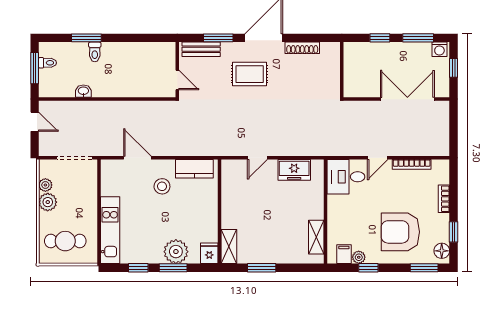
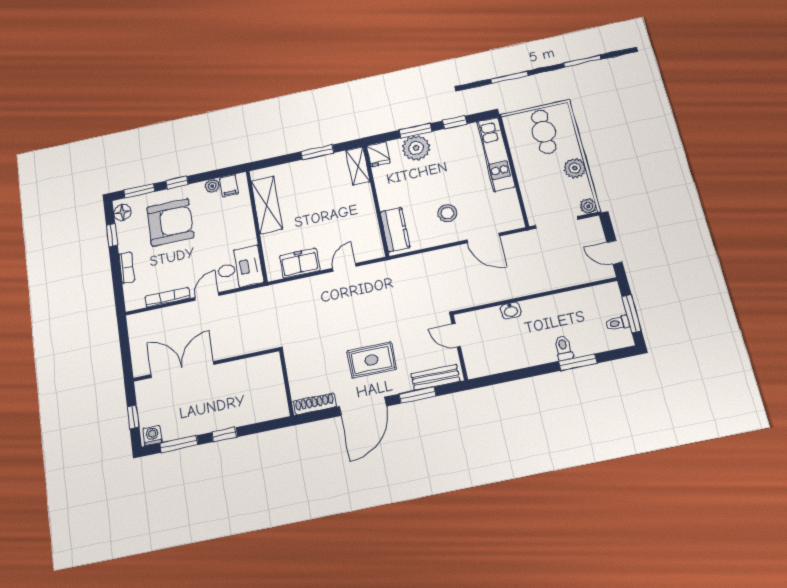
wall: (342, 70) -> (287, 383), moved
washbasin: (83, 91) -> (511, 311), moved
double door: (407, 99) -> (182, 370), swing flipped
kitchen counter: (194, 169) -> (395, 230), moved, turned 90
plant: (45, 185) -> (588, 206), moved
shelving: (316, 237) -> (267, 205), width x1.50, depth x1.33
cafe table: (65, 241) -> (544, 132), turned 90
window: (368, 268) -> (177, 183), moved

